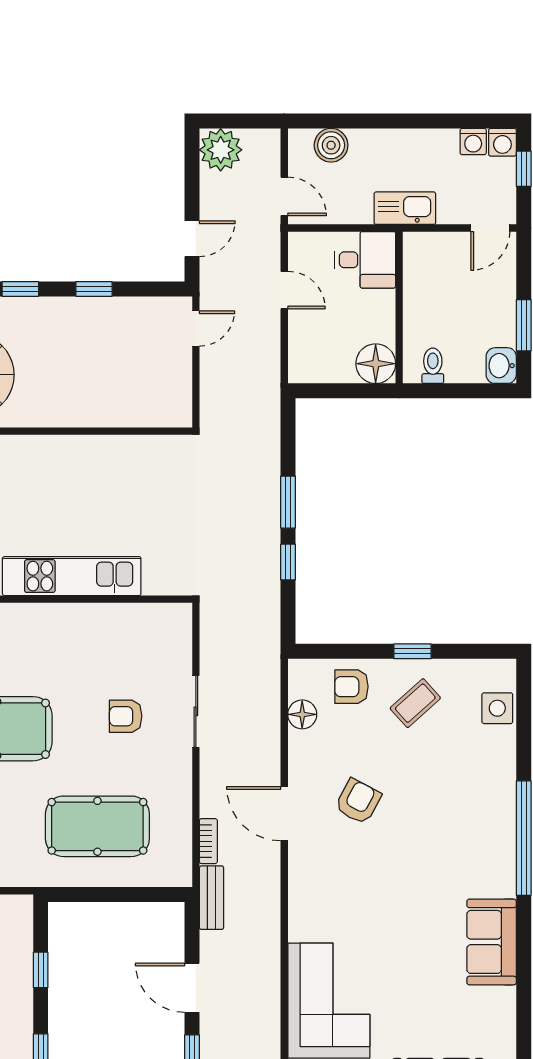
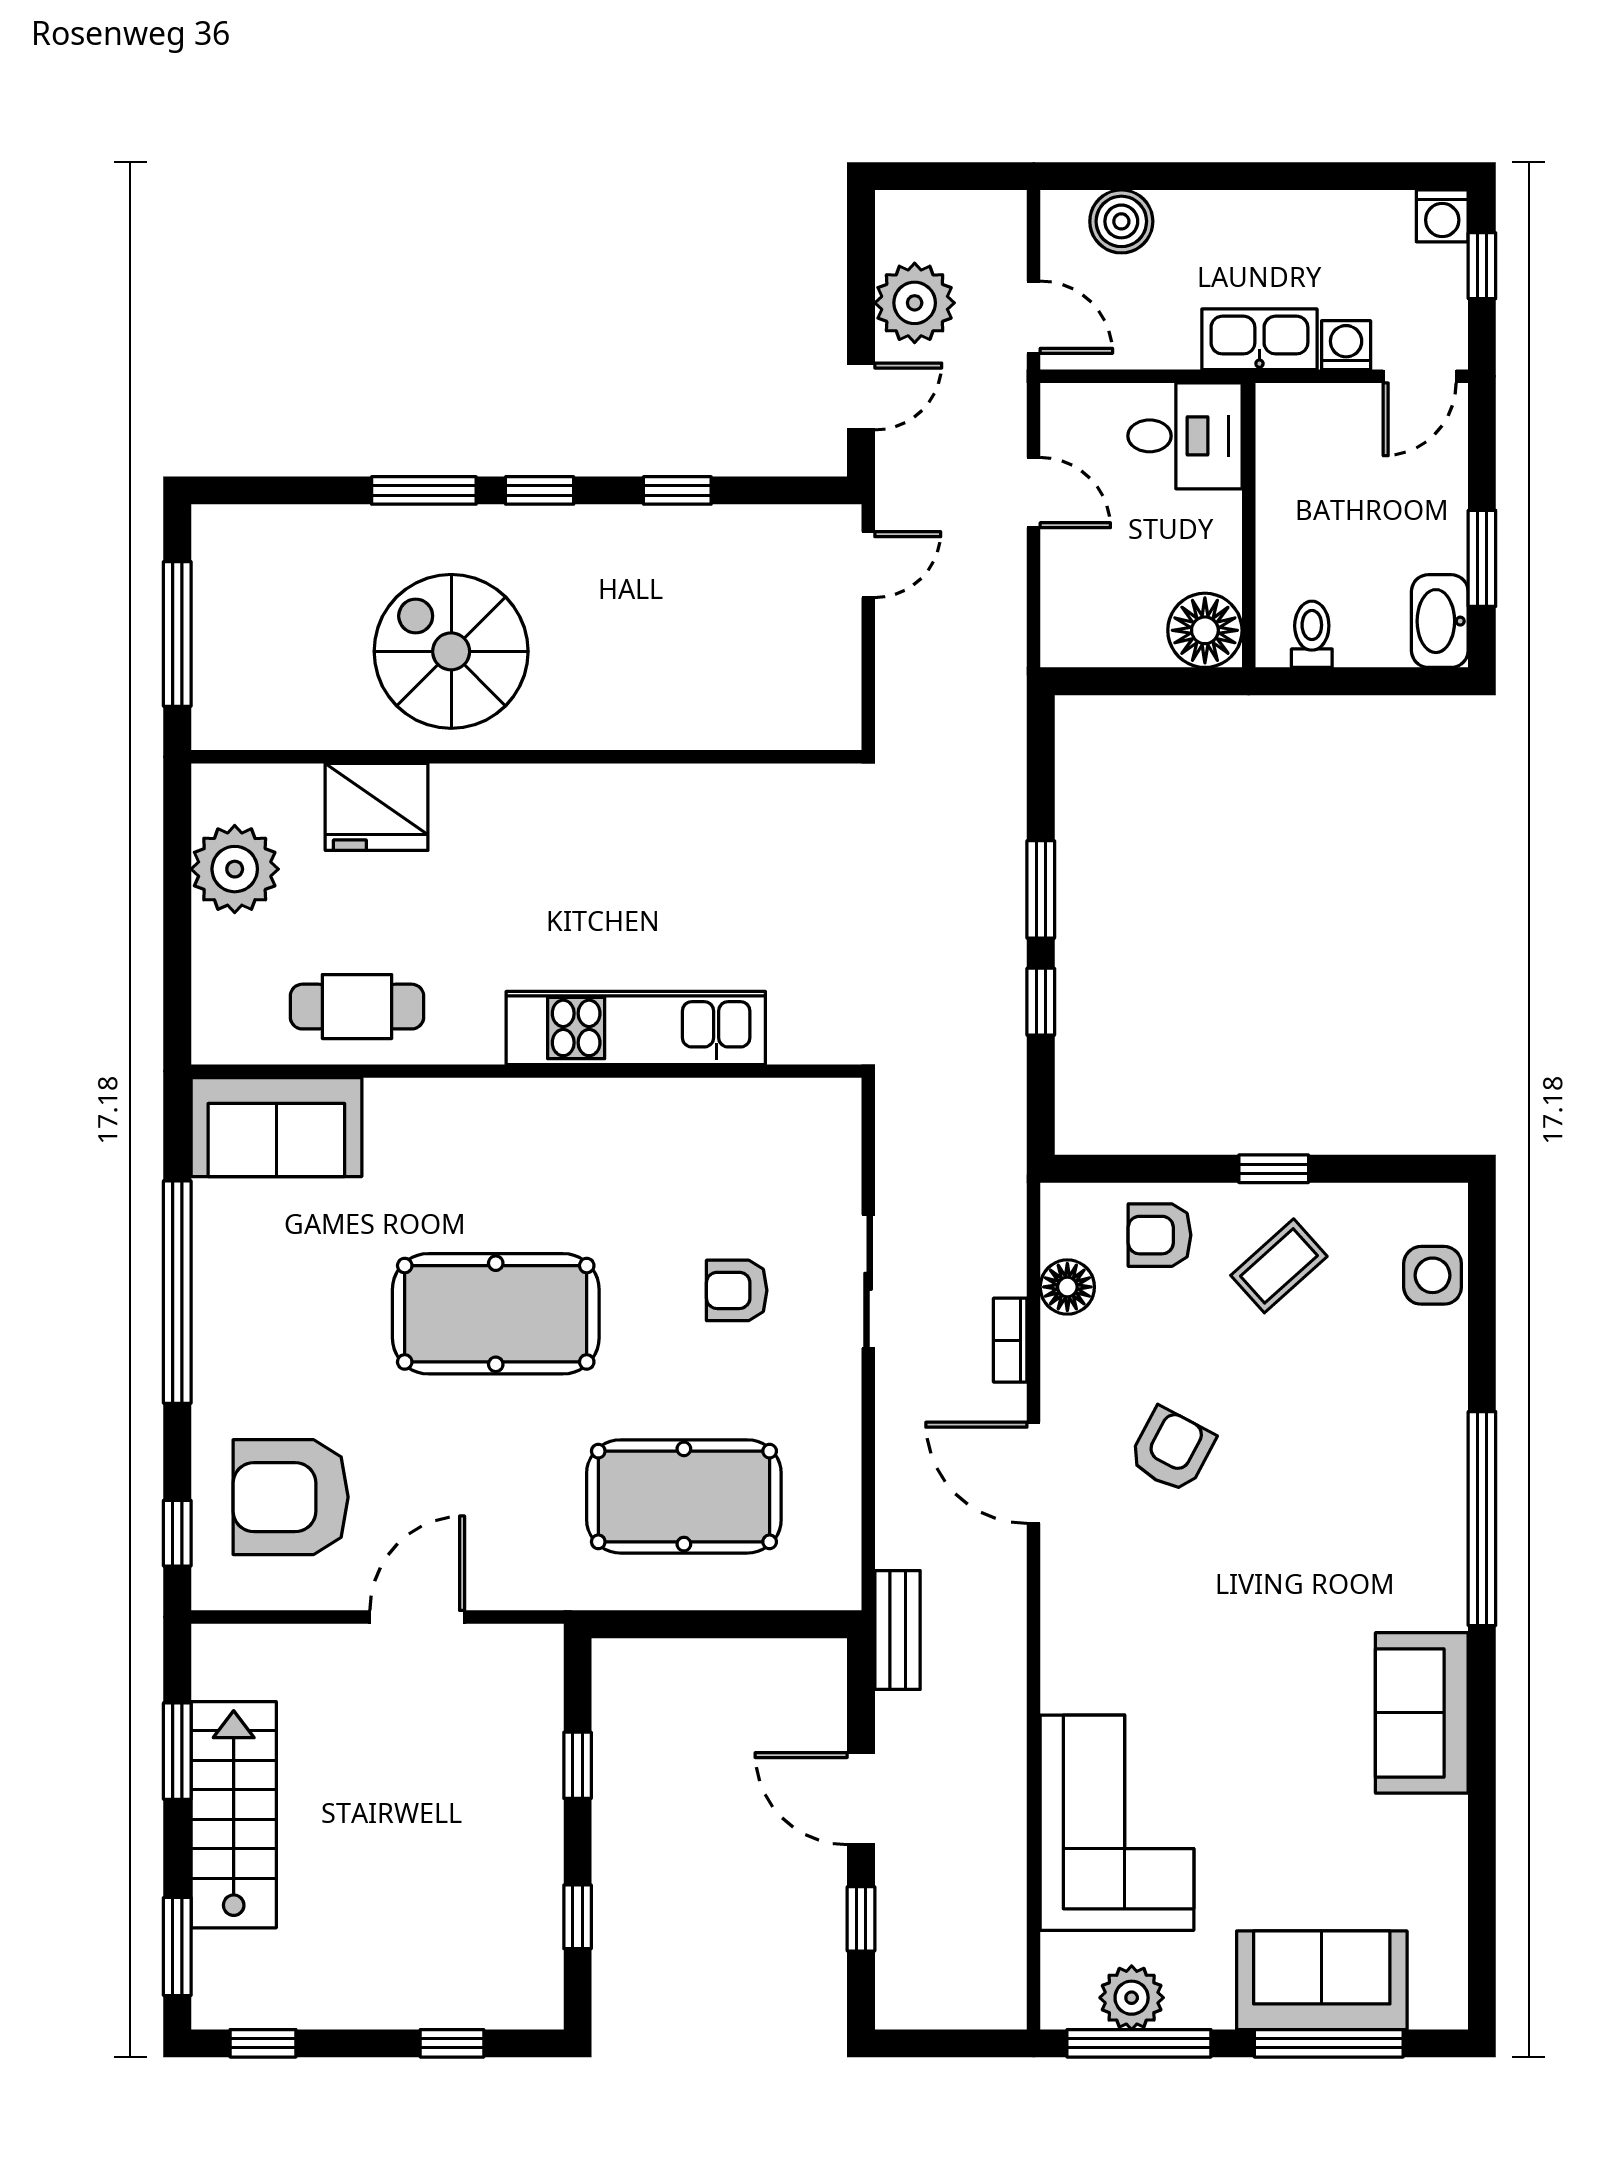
washing machine: (473, 142) -> (1346, 345), moved, turned 180
plant: (221, 150) -> (915, 303), moved
washbasin: (501, 366) -> (1440, 621), width x1.38
bookcase: (208, 841) -> (1010, 1340), moved, turned 180

